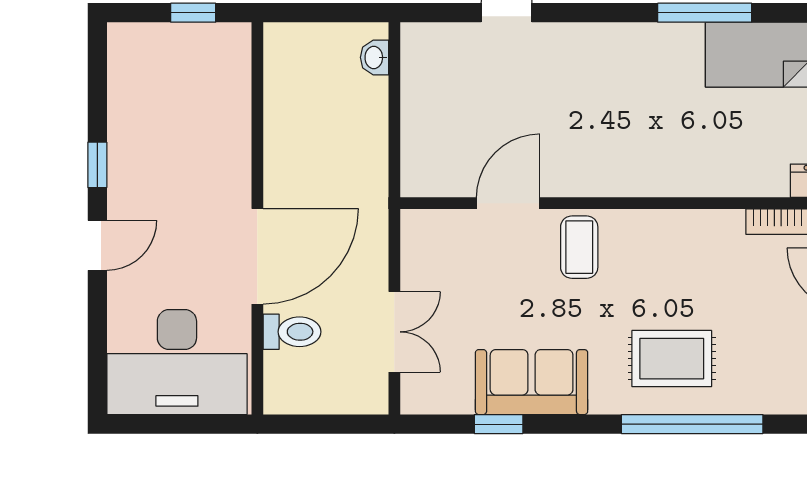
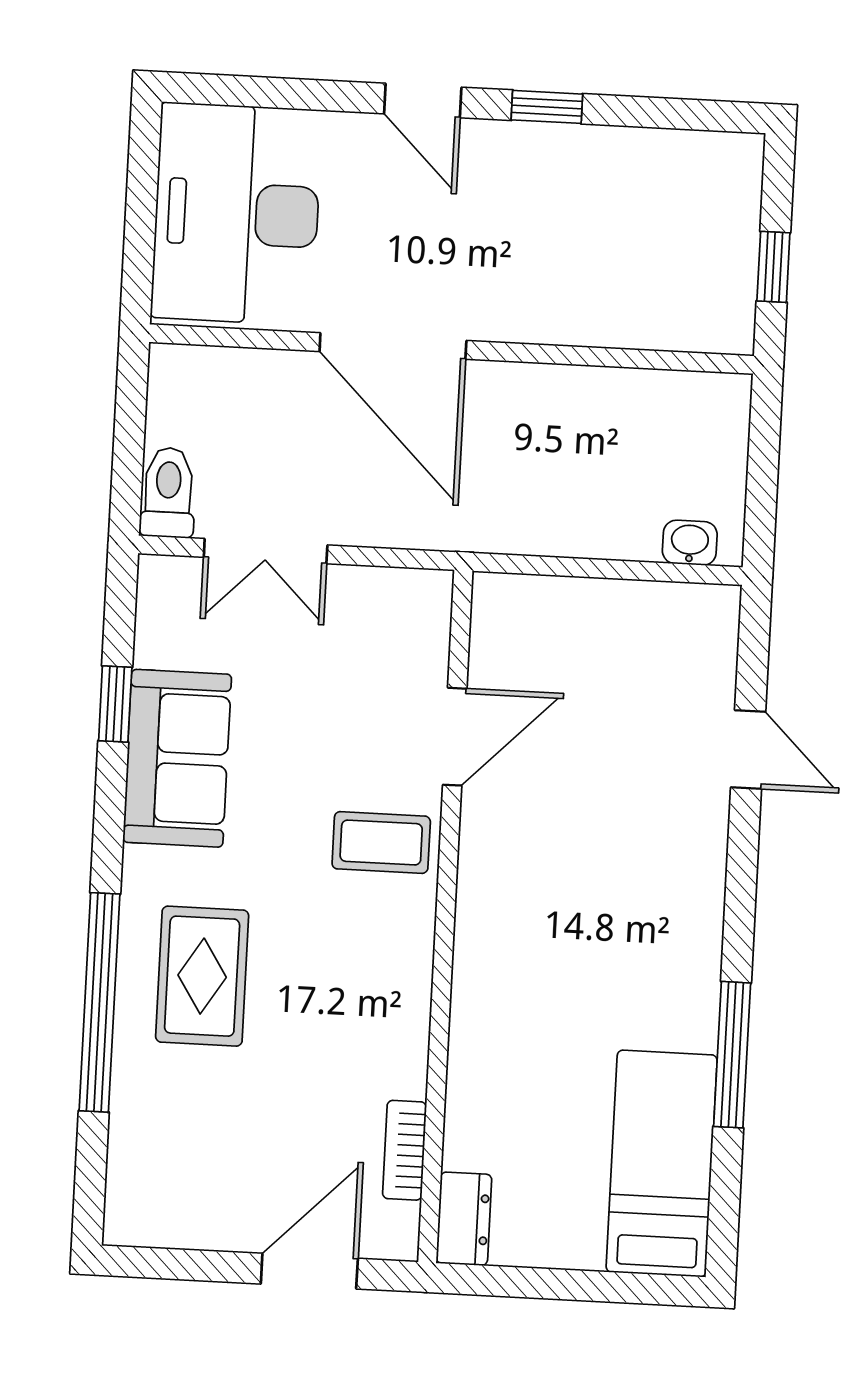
door: (508, 203) -> (455, 737), hinge flipped
toilet: (292, 332) -> (168, 492), moved, turned 180

